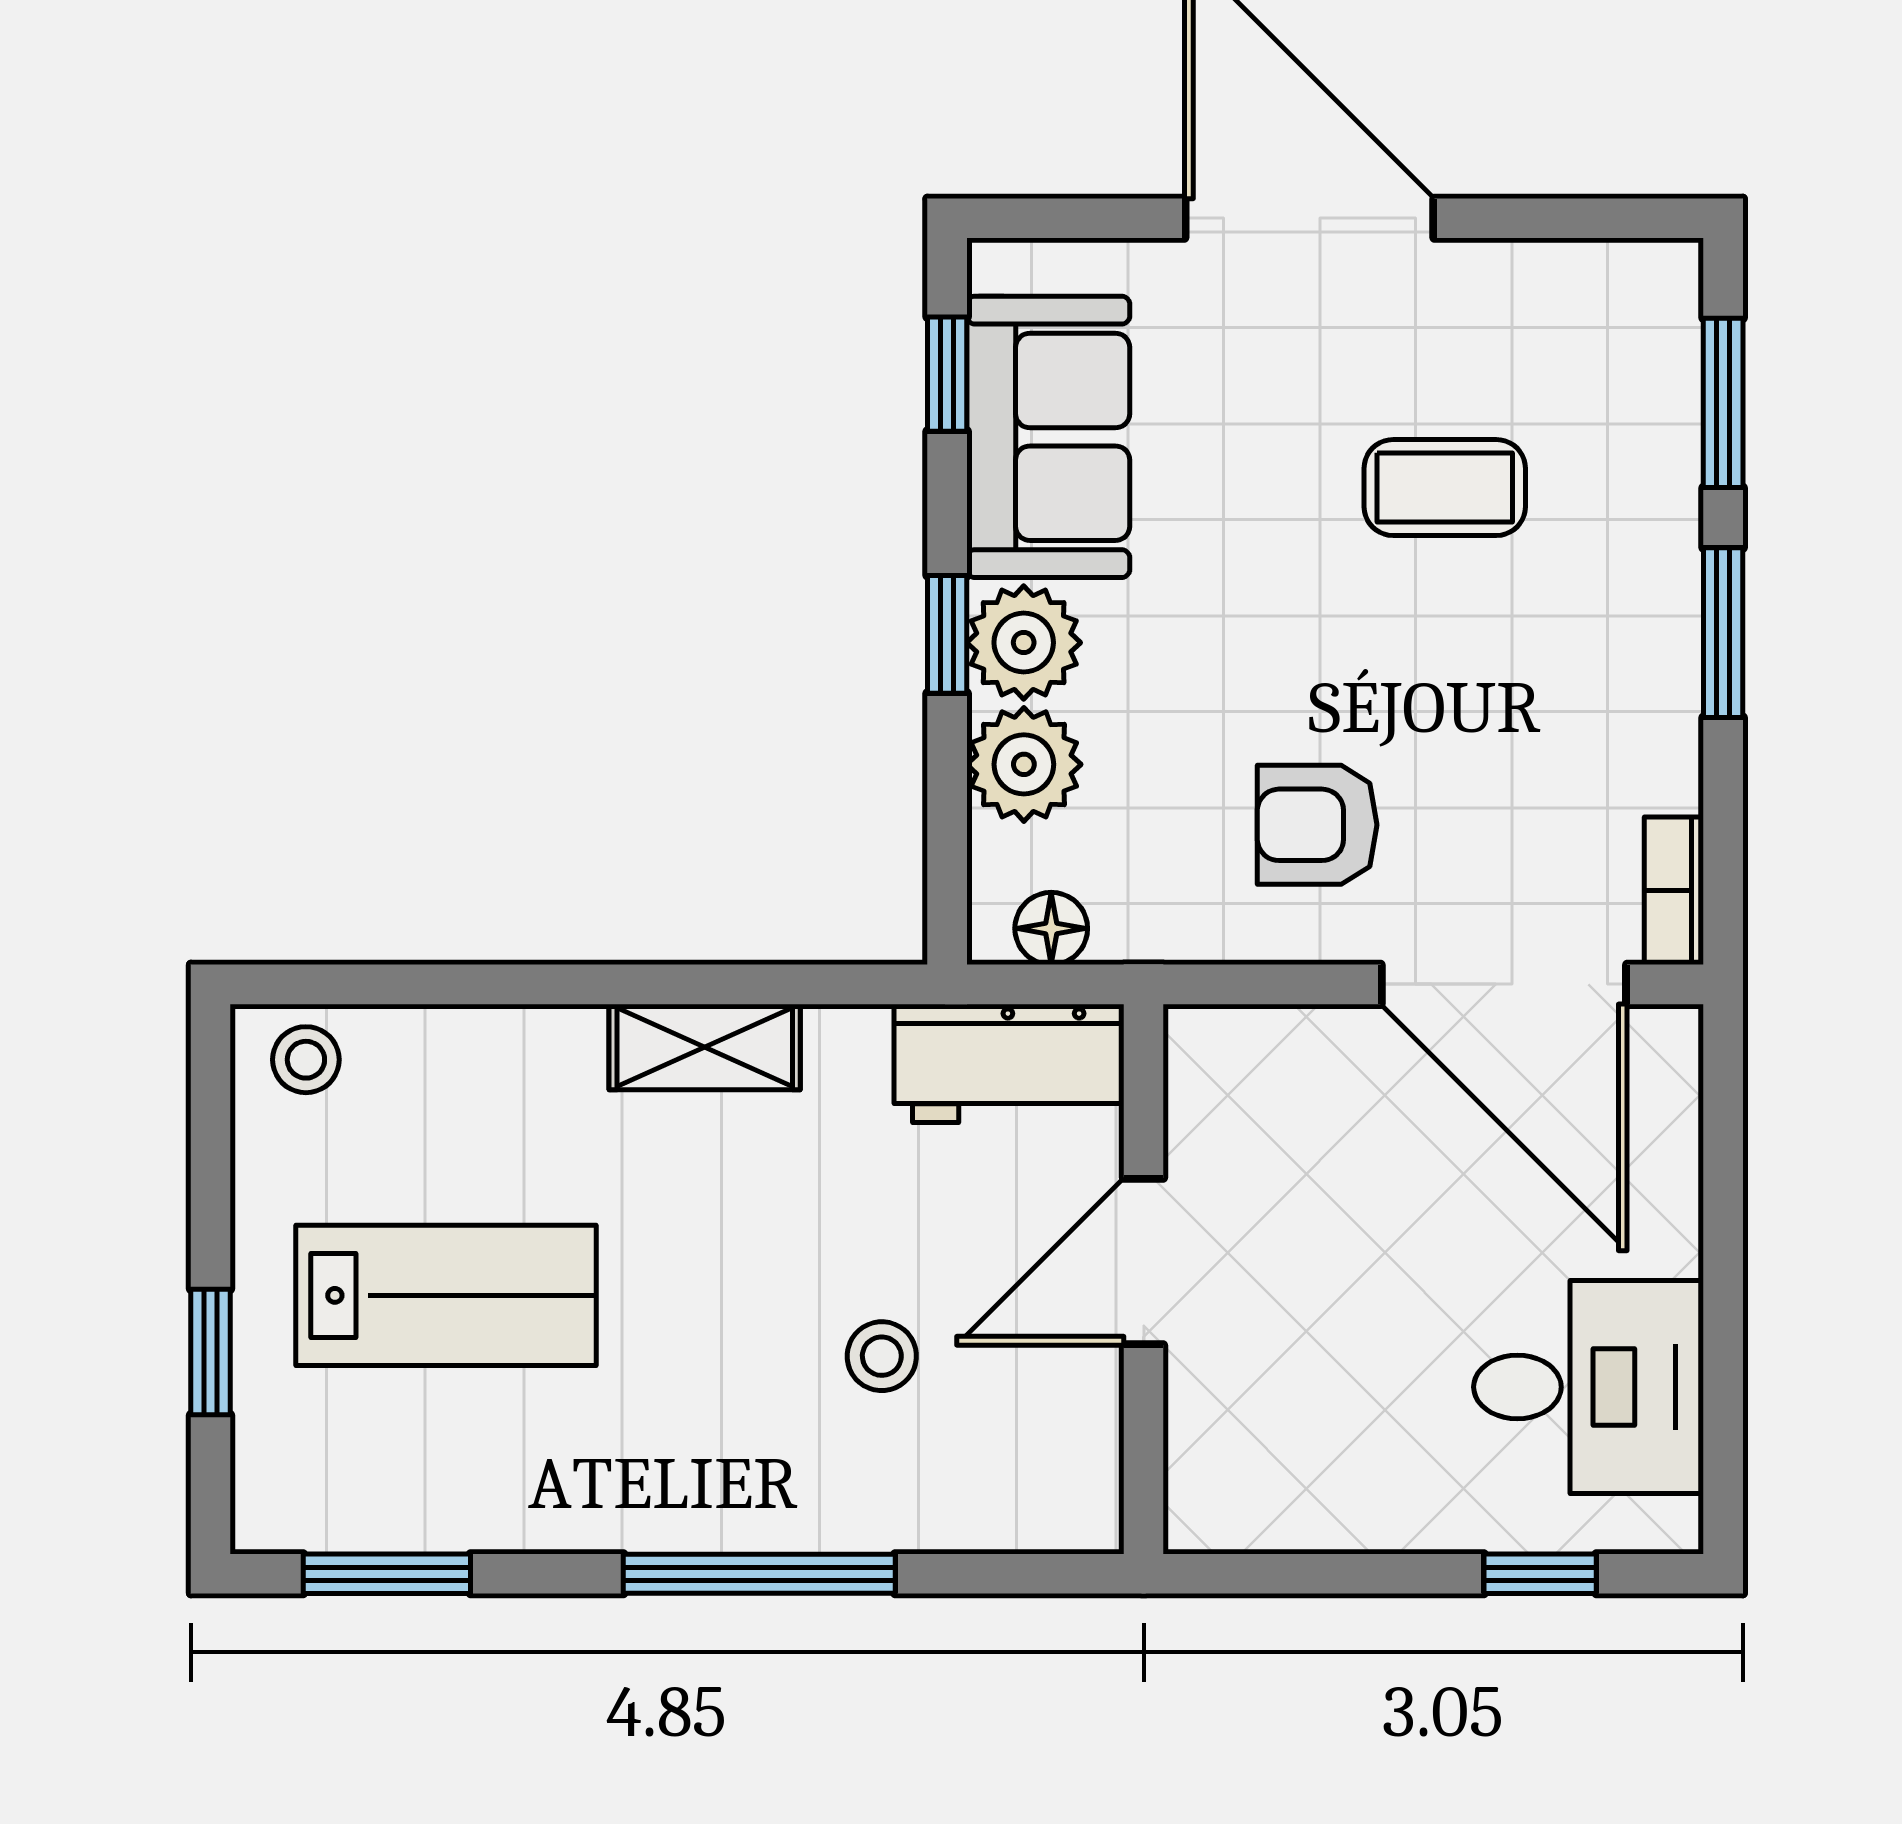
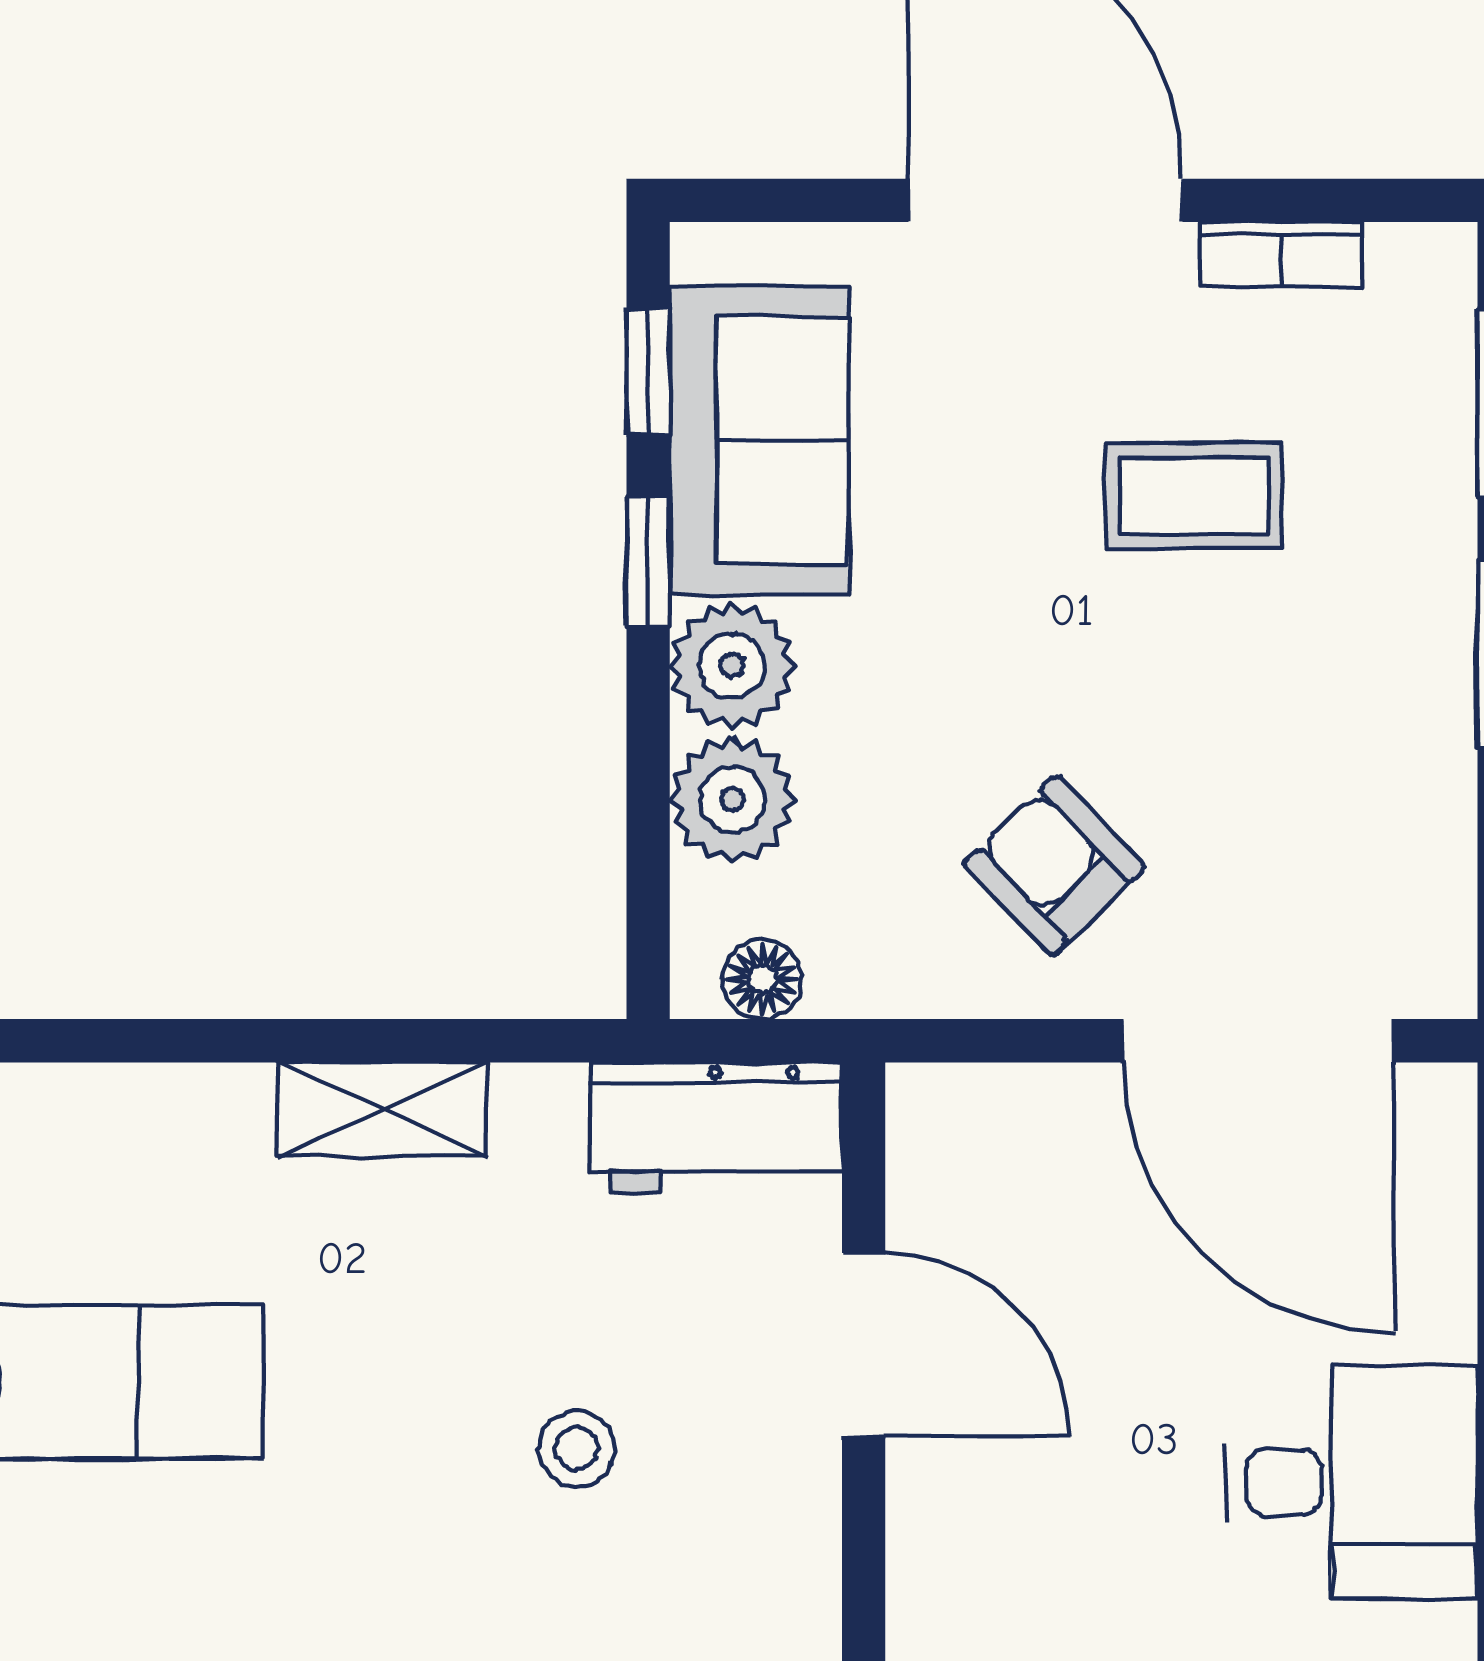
window: (947, 634) -> (648, 561), moved
armchair: (1317, 825) -> (1054, 866), turned 46
bookcase: (1674, 891) -> (1282, 254), moved, turned -90
door: (1144, 1262) -> (864, 1345), swing flipped

